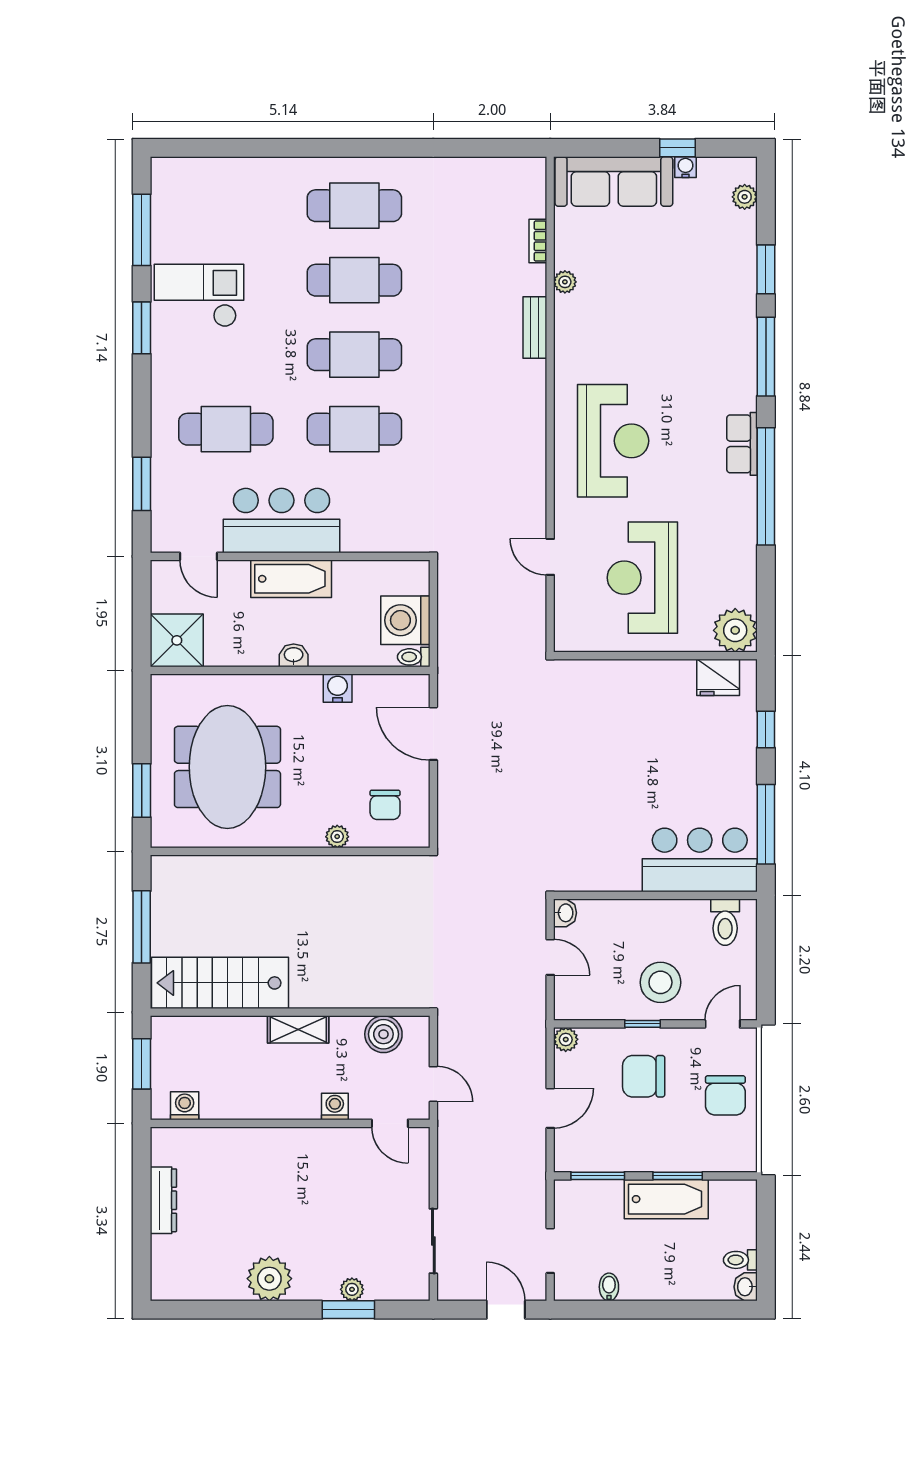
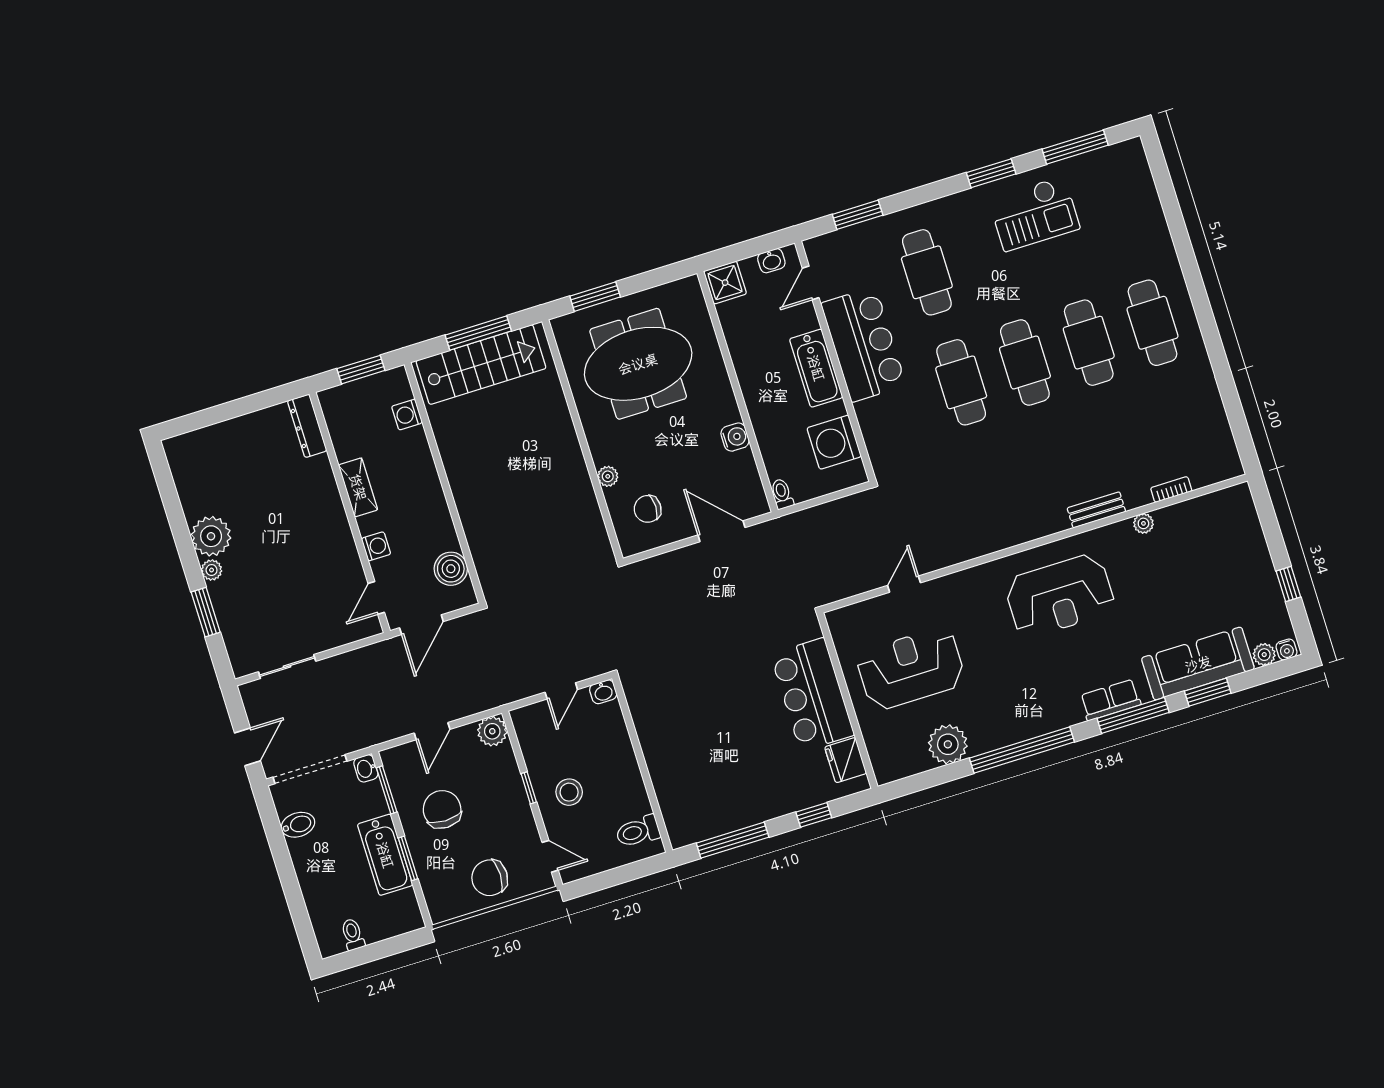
water cooler: (685, 167) -> (1286, 649), moved, turned 90
sofa: (614, 182) -> (1198, 664), moved, turned 90
checkout: (199, 295) -> (1034, 214), turned 90
reception desk: (613, 441) -> (1060, 596), moved
row of seats: (742, 444) -> (1110, 700), moved
washing machine: (405, 620) -> (834, 442), moved, turned -90
plant: (735, 630) -> (948, 744), moved
shower: (177, 640) -> (725, 283), width x0.73, depth x0.73
washbasin: (294, 655) -> (771, 261), moved, turned 90
door: (433, 734) -> (722, 531), hinge flipped
bar counter: (700, 860) -> (812, 695), moved, turned 180
stool: (660, 982) -> (569, 792), width x0.73, depth x0.73
stairs: (220, 983) -> (481, 365), moved, turned 90
shelving: (298, 1029) -> (358, 487), moved
plant: (566, 1039) -> (492, 731), width x1.38, depth x1.38
chair: (644, 1076) -> (442, 809), moved
door: (433, 1084) -> (421, 625), width x1.38
washing machine: (185, 1106) -> (407, 415), moved, turned 180
door: (550, 1108) -> (432, 731), hinge flipped
dresser: (163, 1200) -> (307, 426), moved, turned 90
doorway: (550, 1251) -> (310, 769), width x1.87
bidet: (609, 1287) -> (298, 825), width x1.38, depth x1.36
washbasin: (746, 1287) -> (366, 768), moved, turned -90
plant: (352, 1289) -> (212, 570), moved

